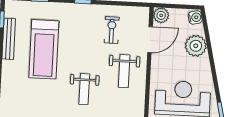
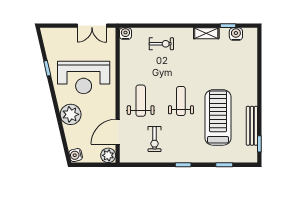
plant: (196, 46) -> (71, 114), moved
weight bench: (84, 89) -> (181, 101), moved

